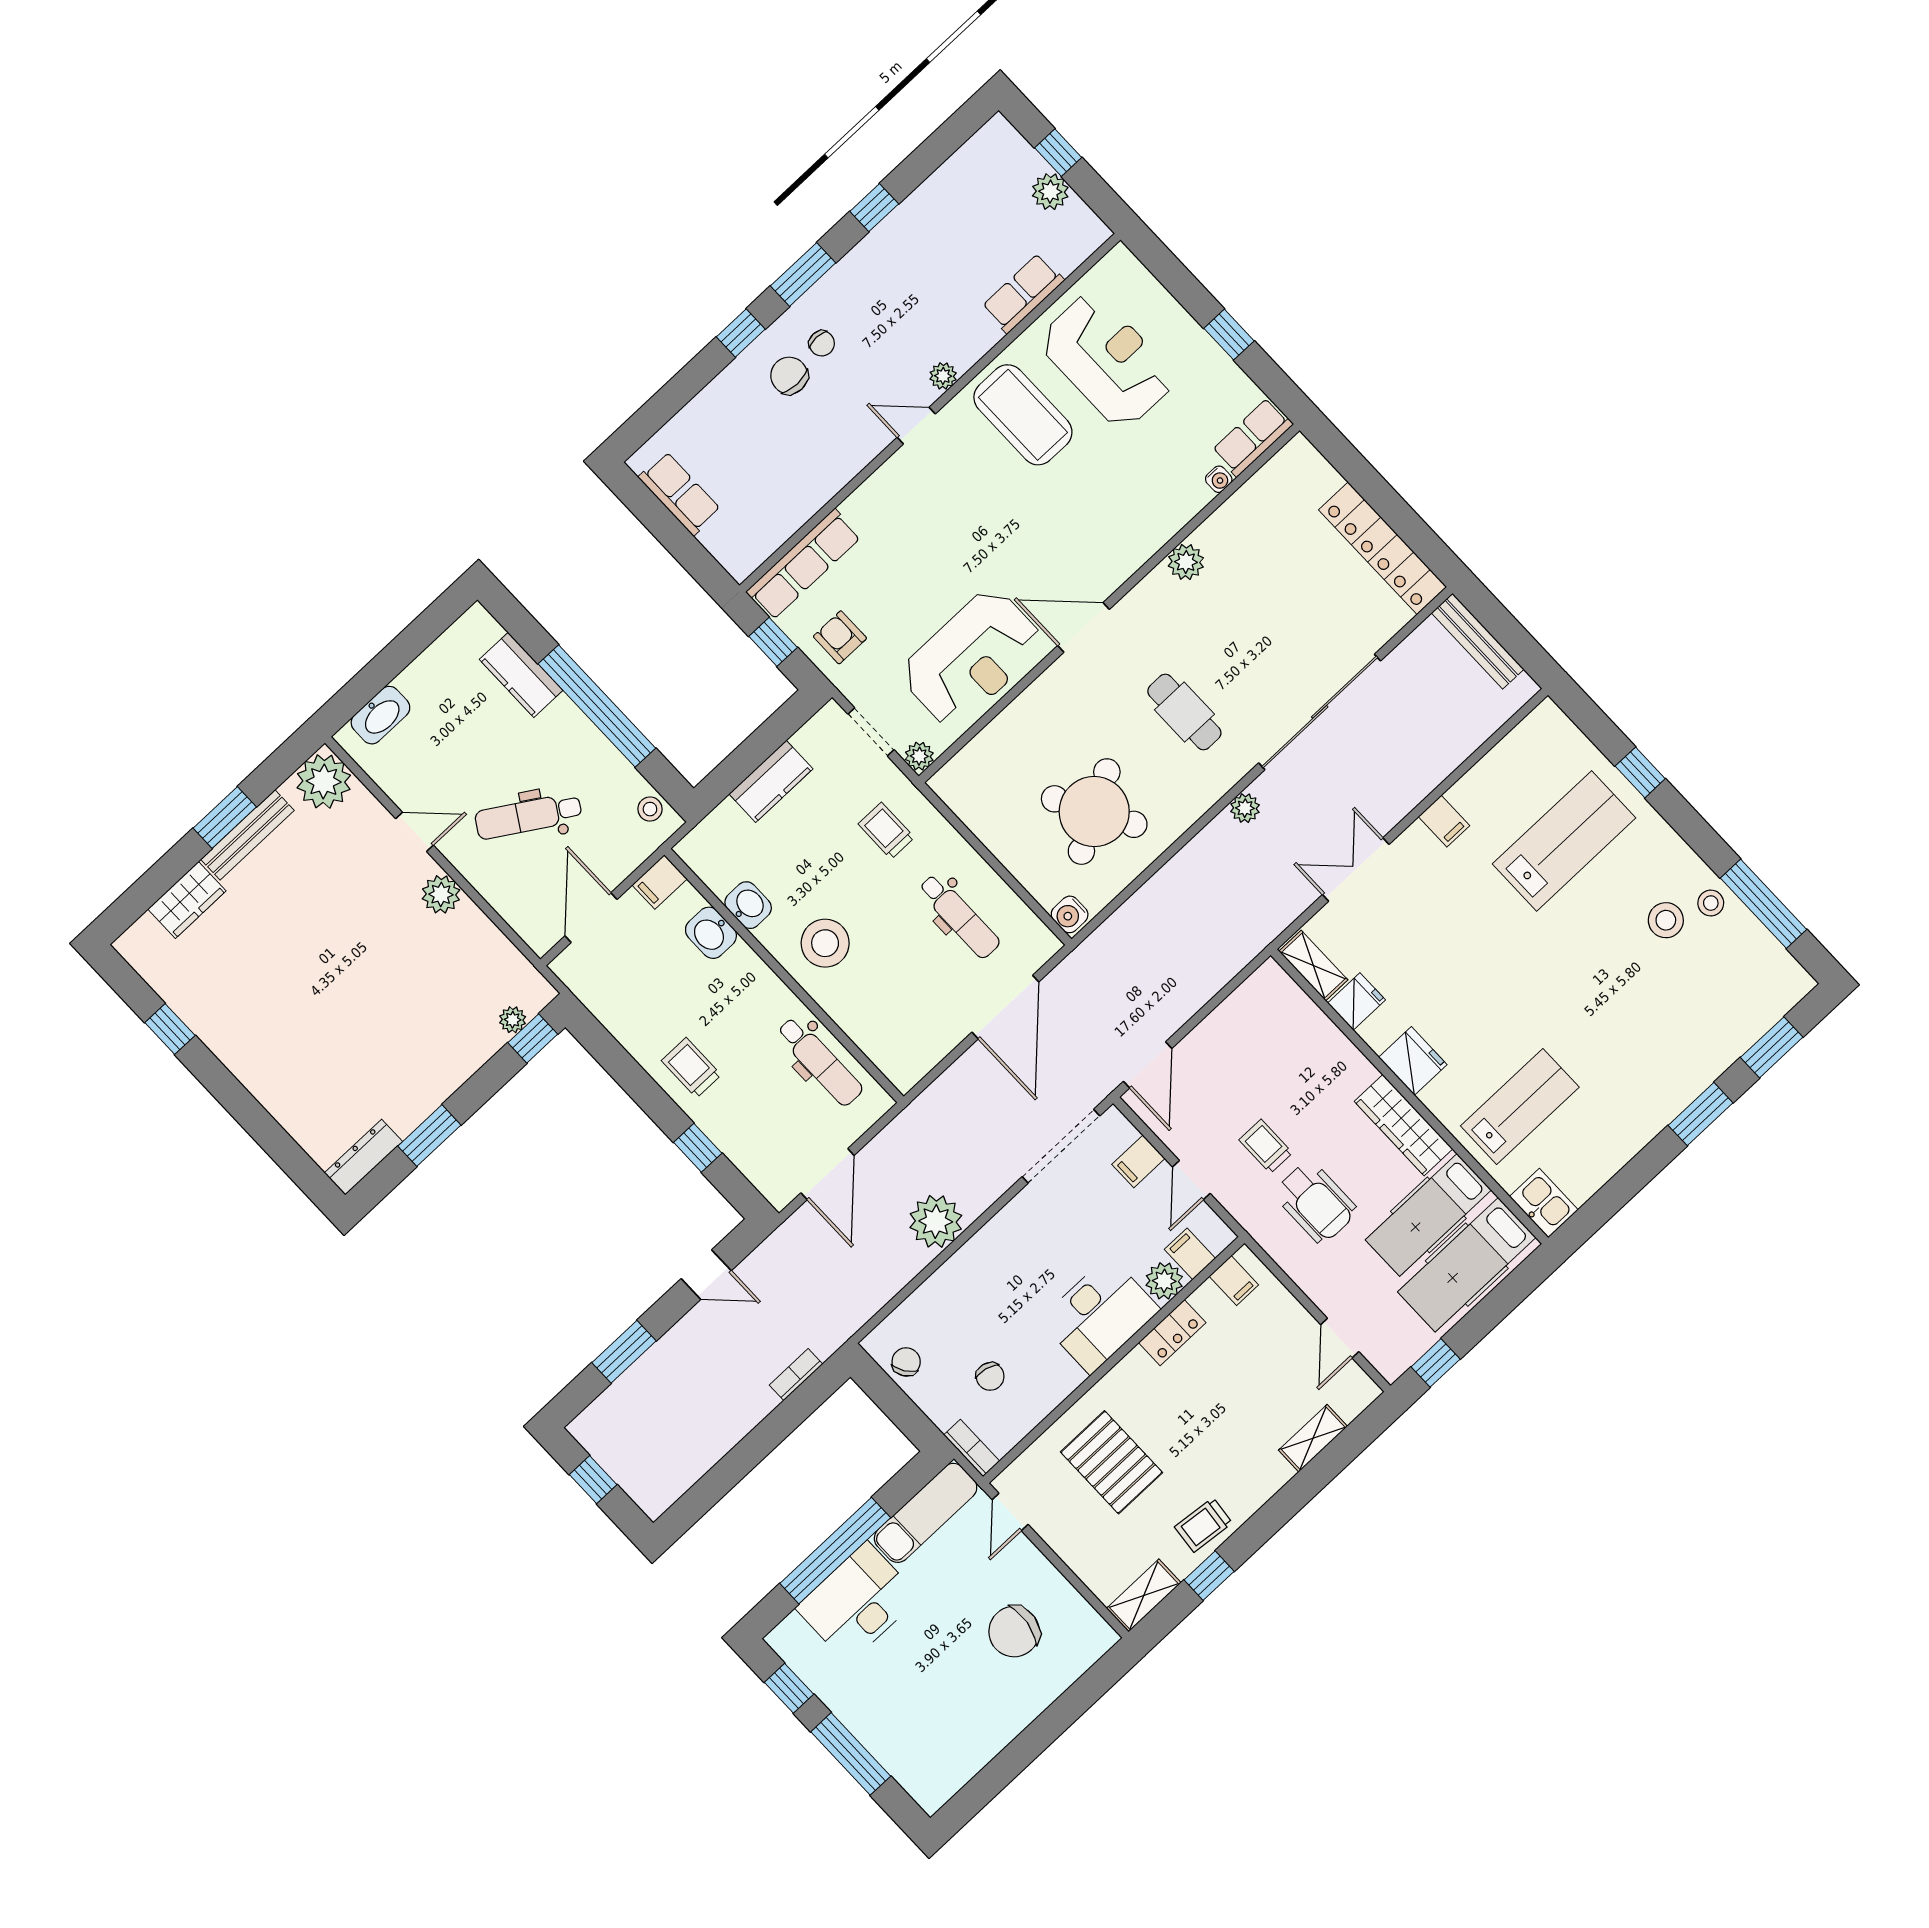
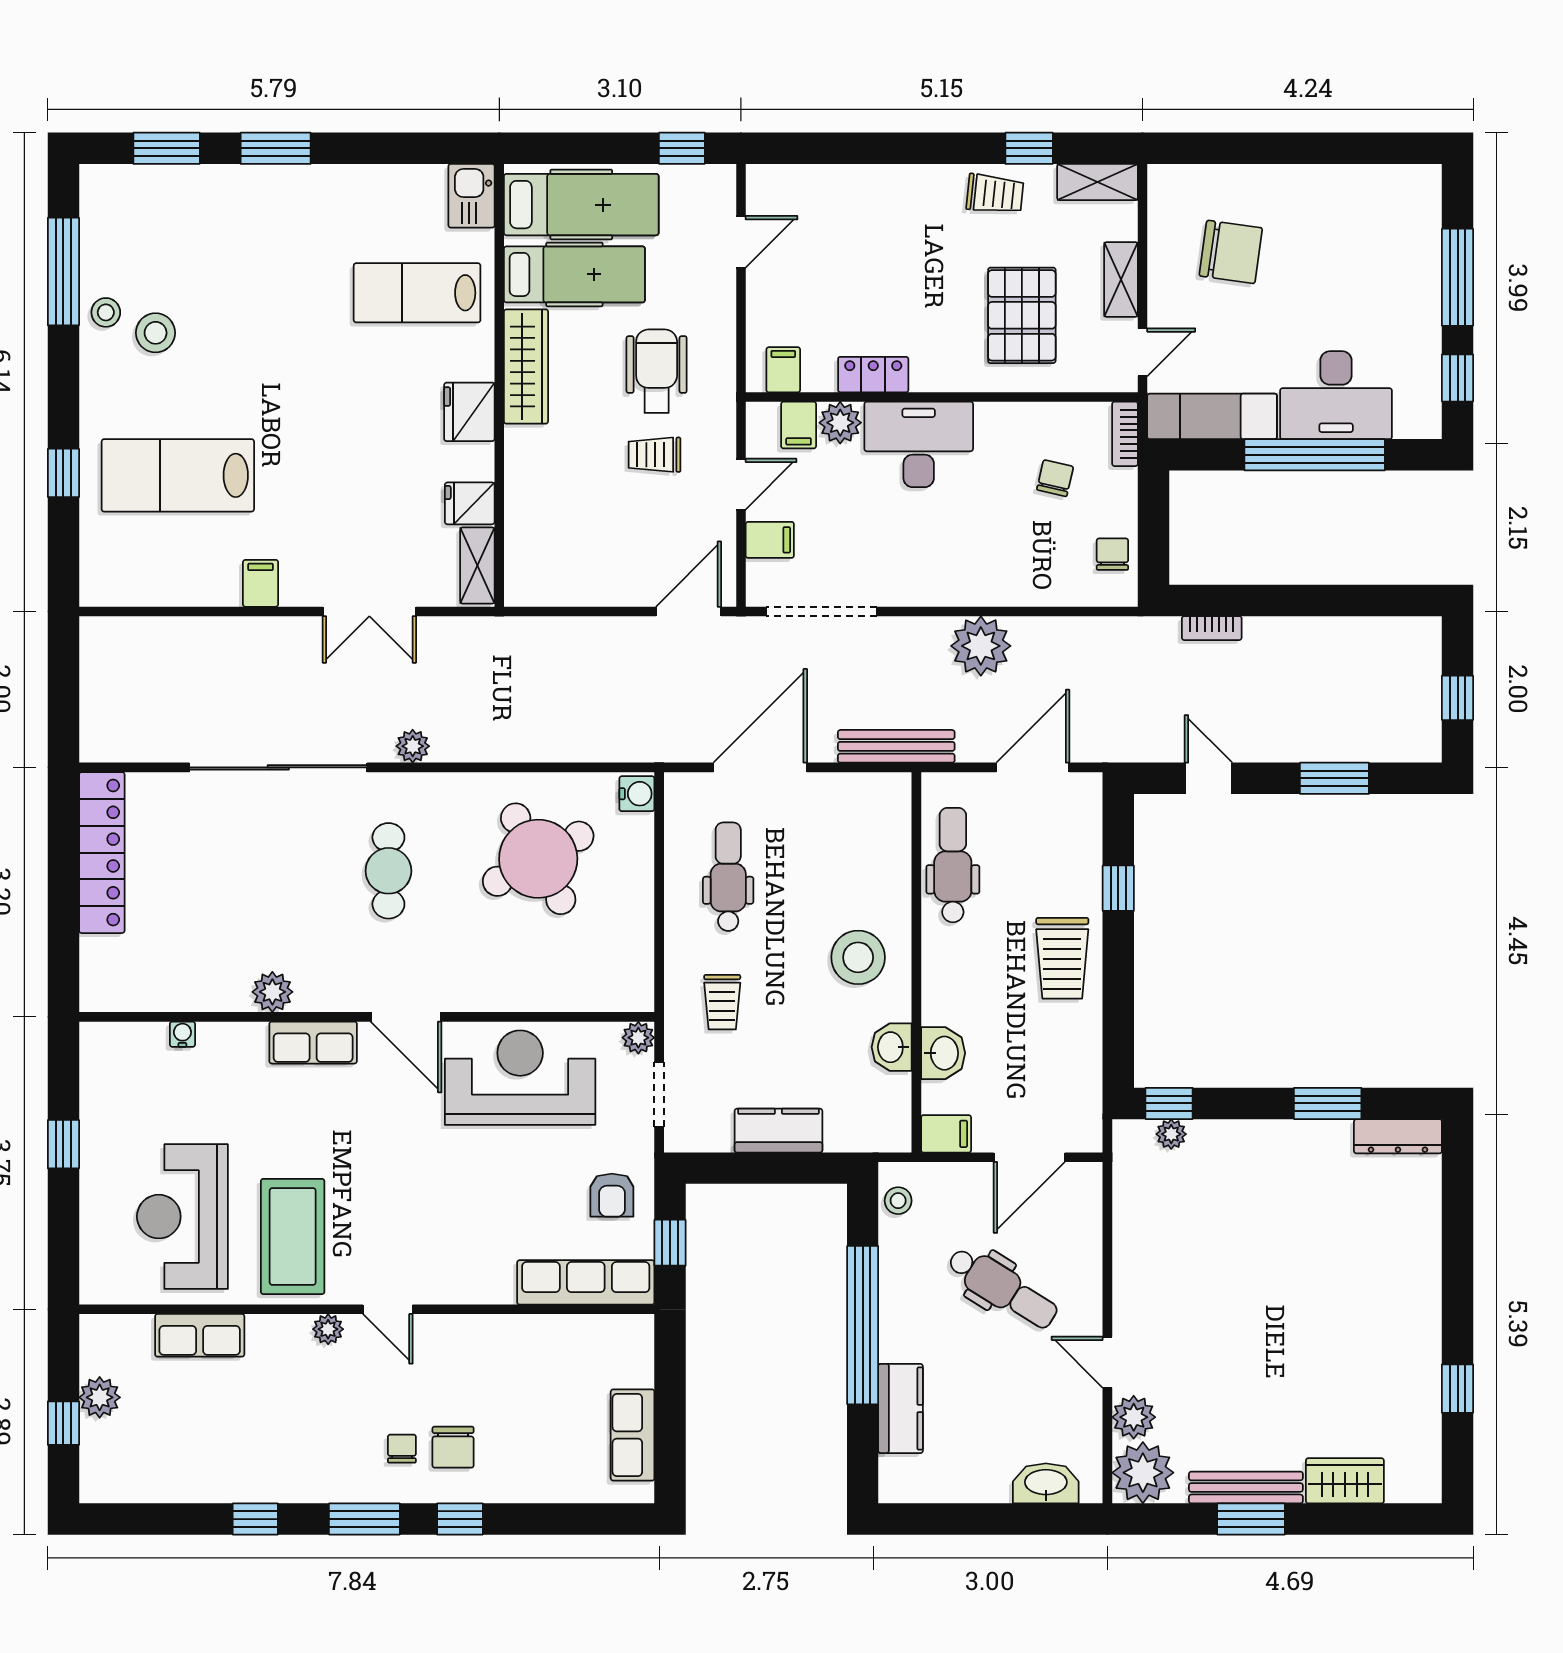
row of seats: (1252, 437) -> (313, 1043), moved
bench: (1478, 641) -> (896, 746), moved, turned 90
plant: (441, 894) -> (1134, 1417), moved
trolley: (691, 1068) -> (1062, 958), width x1.36, depth x1.39
trolley: (1266, 1146) -> (654, 455), turned 90
chair: (906, 1362) -> (1112, 554), turned 124
shelving: (1313, 1438) -> (1121, 279), moved, turned 90

